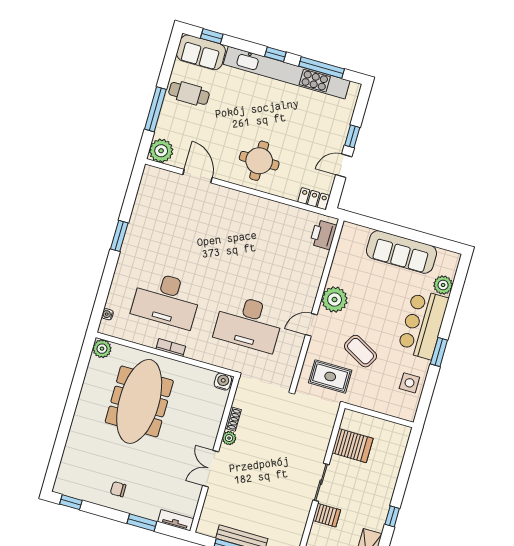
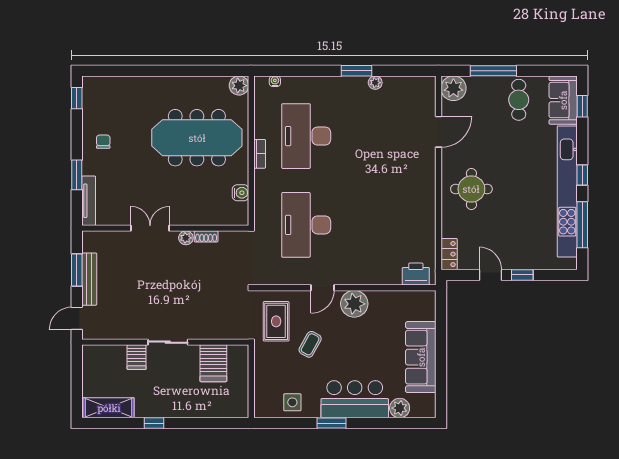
plant: (135, 222) -> (375, 83), added
door: (311, 325) -> (322, 288), swing flipped
coffee table: (360, 351) -> (310, 344), width x0.73, depth x0.77
water cooler: (223, 382) -> (241, 193), moved
tv unit: (176, 520) -> (89, 201), width x1.41

